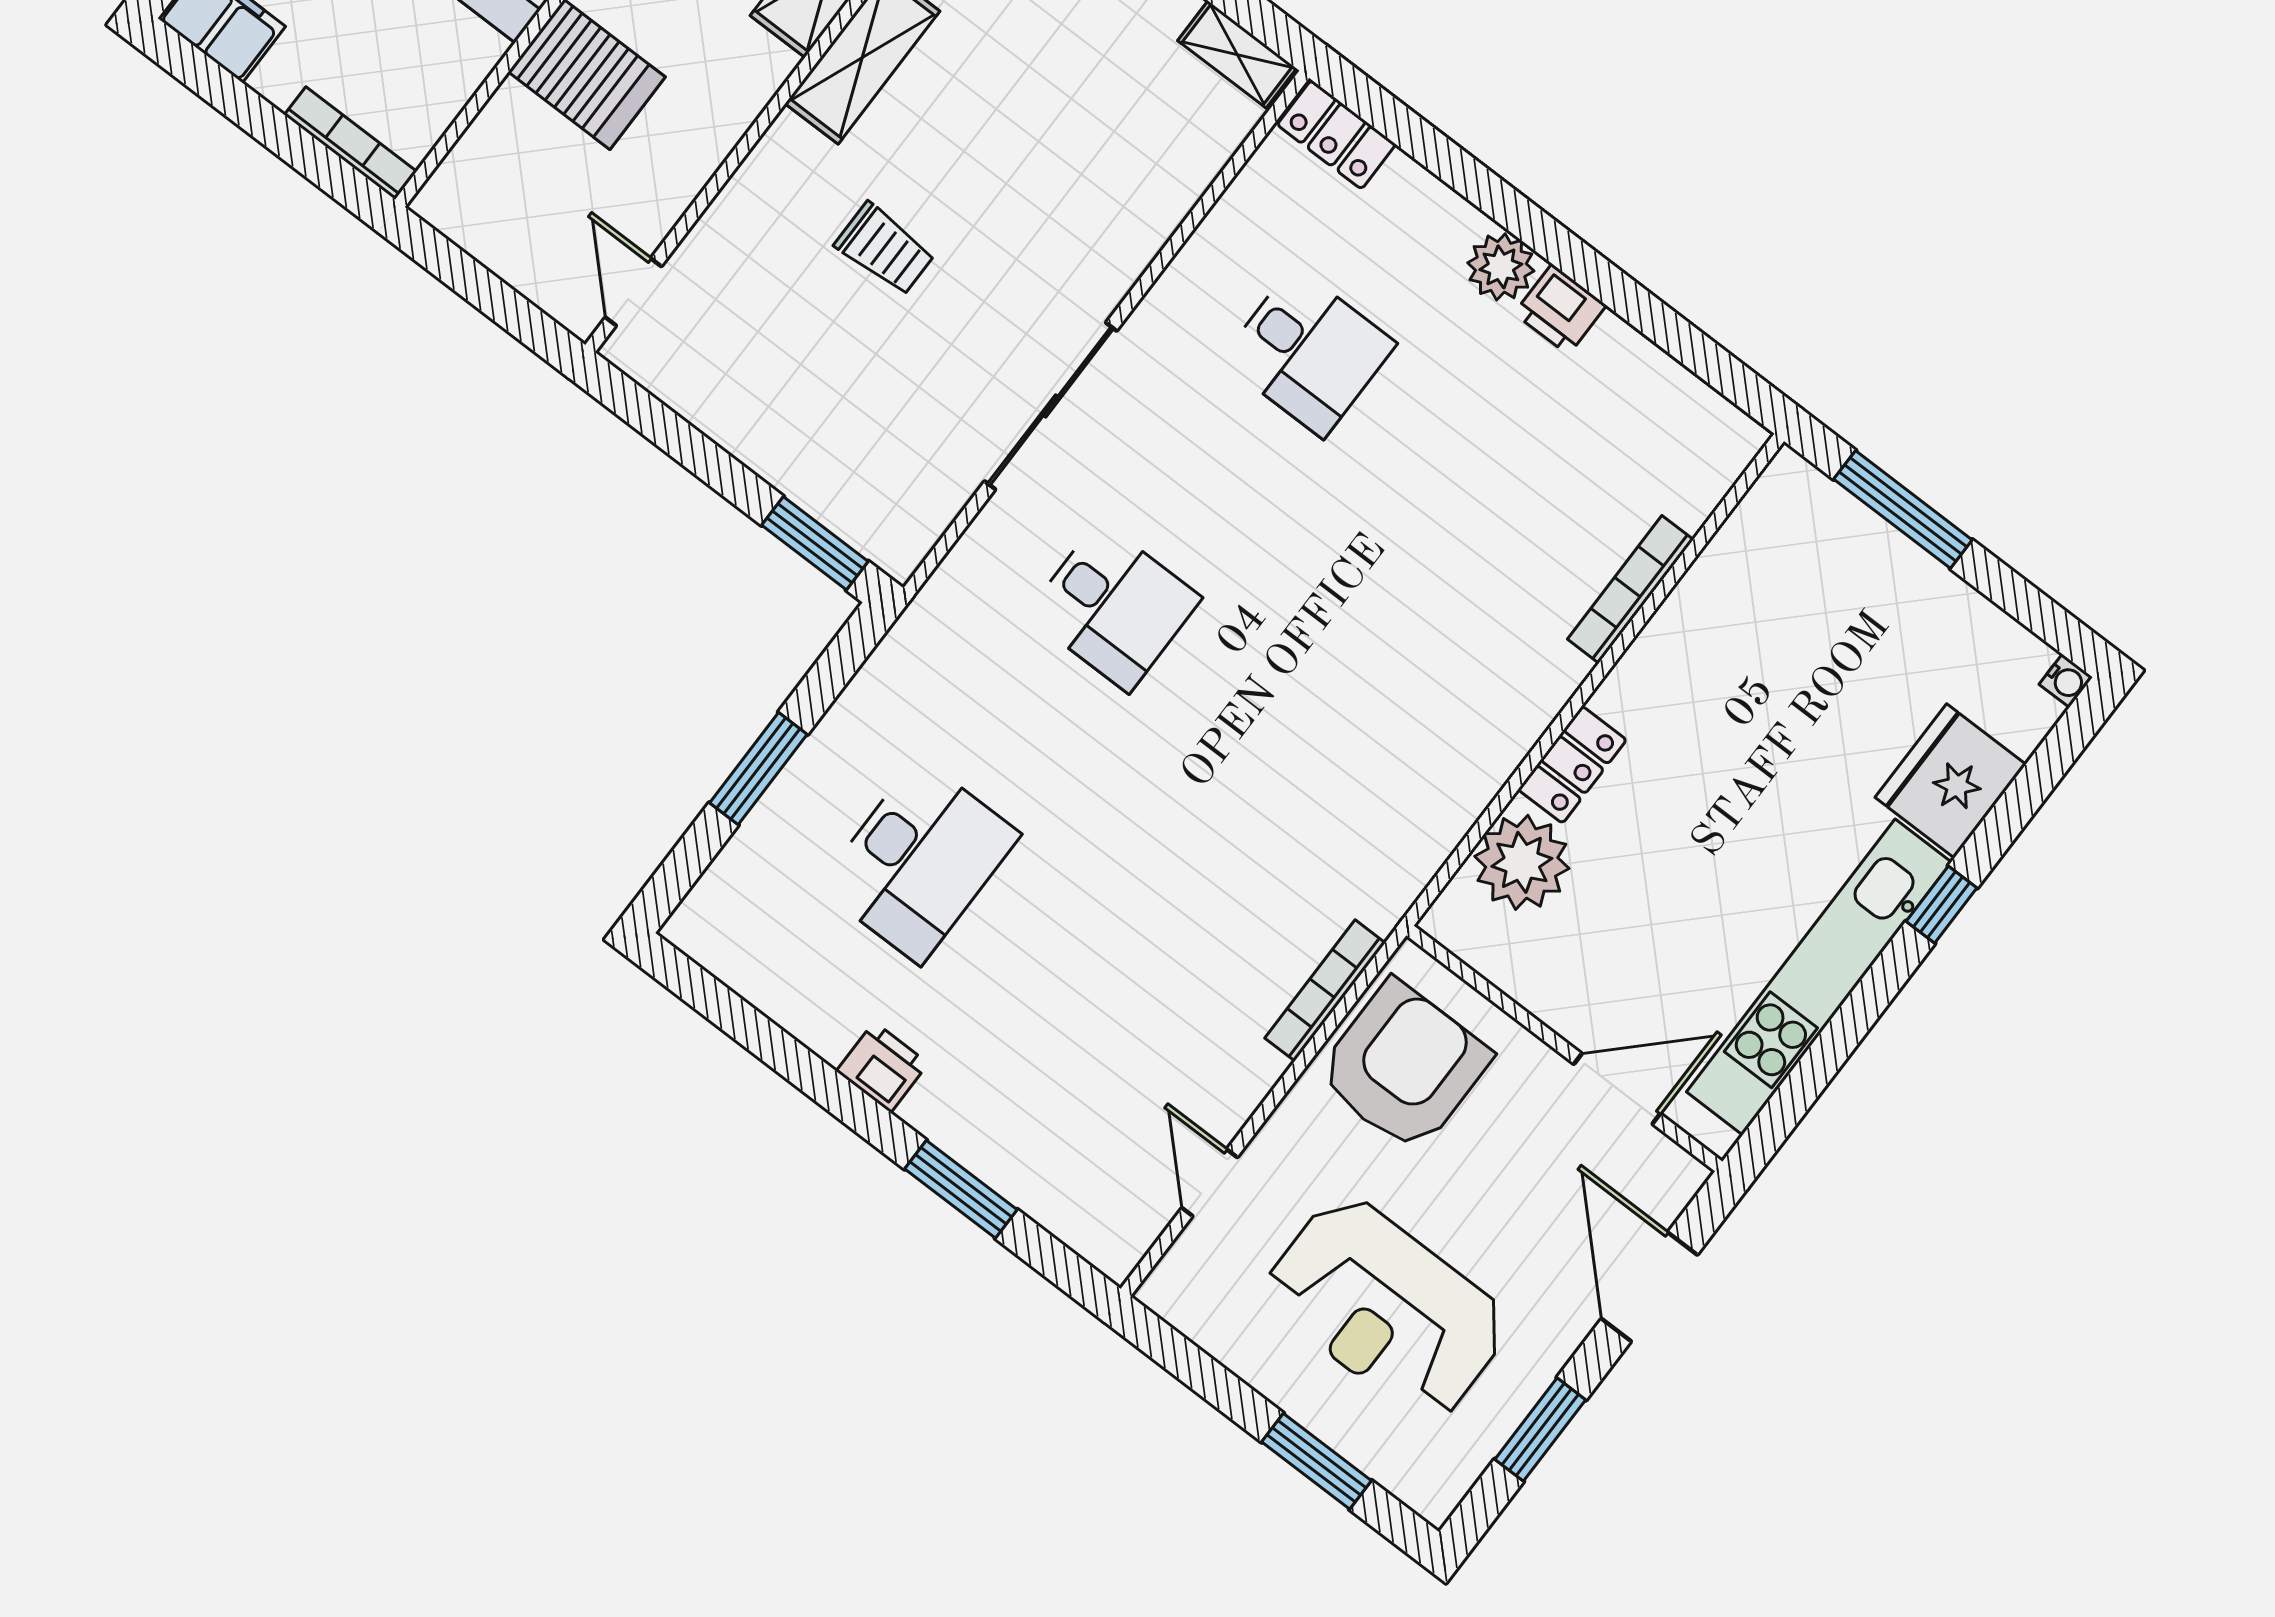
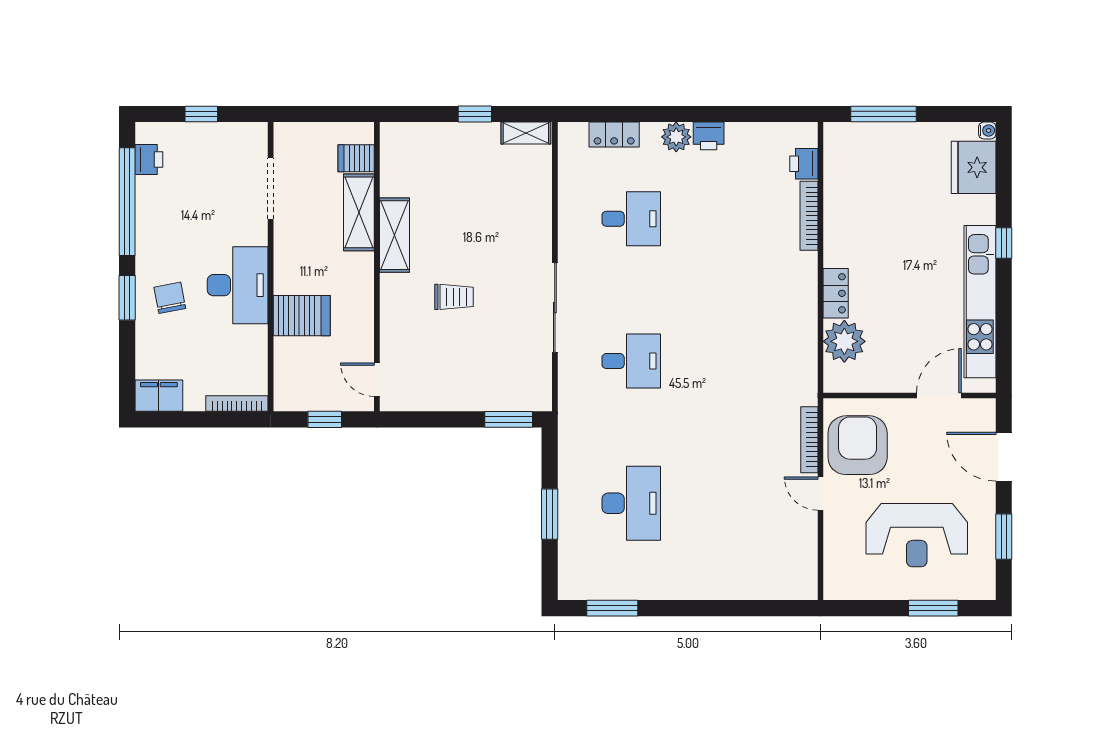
locker: (1336, 135) -> (614, 135), moved
window: (486, 292) -> (325, 419), added
fridge: (1951, 781) -> (974, 167), moved
printer: (882, 1067) -> (804, 164), moved, turned -90
door: (1210, 1183) -> (820, 494), moved
window: (961, 1189) -> (612, 608), moved

